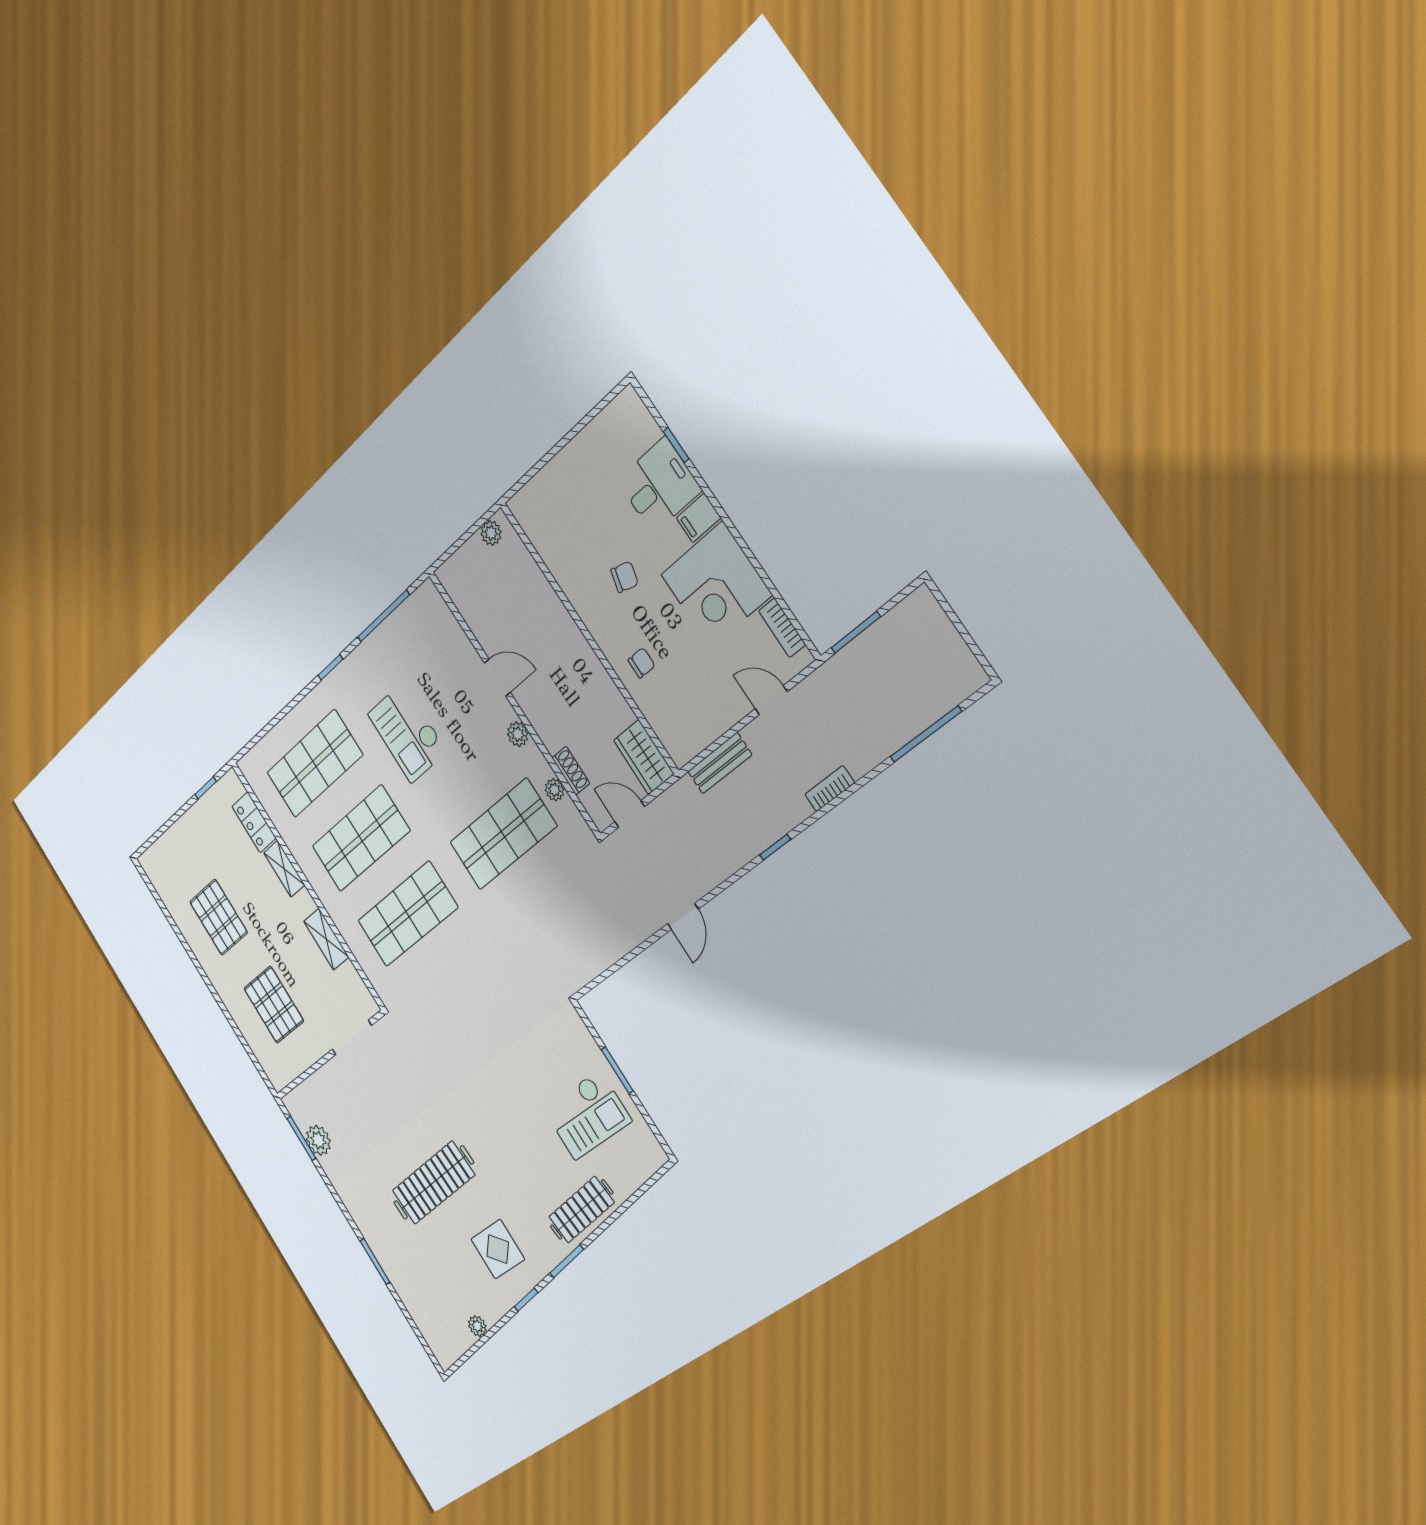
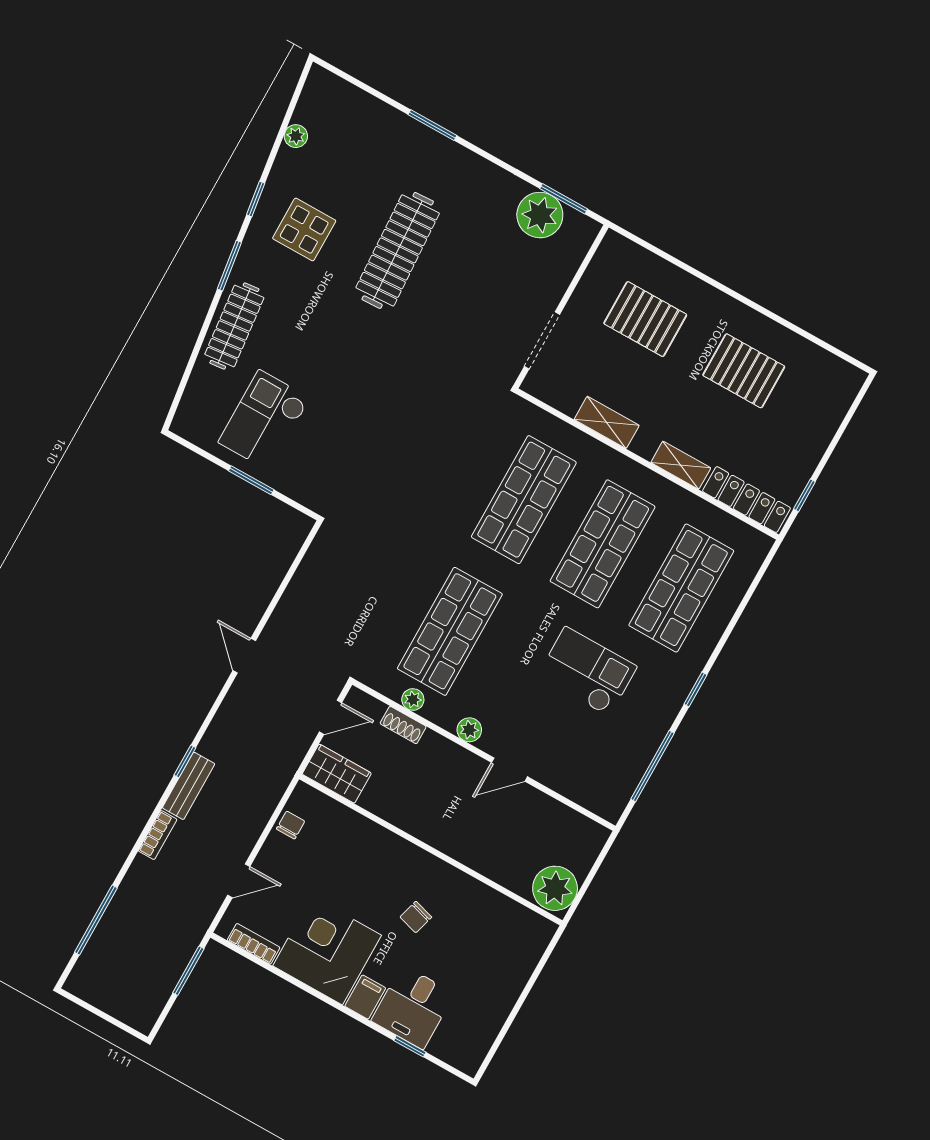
plant: (491, 533) -> (555, 888), width x1.87, depth x1.87
chair: (642, 663) -> (291, 825), moved, turned 180
bench: (720, 763) -> (189, 786), moved
locker: (254, 822) -> (746, 500), width x1.53
plant: (318, 1140) -> (540, 215), width x1.36, depth x1.36

